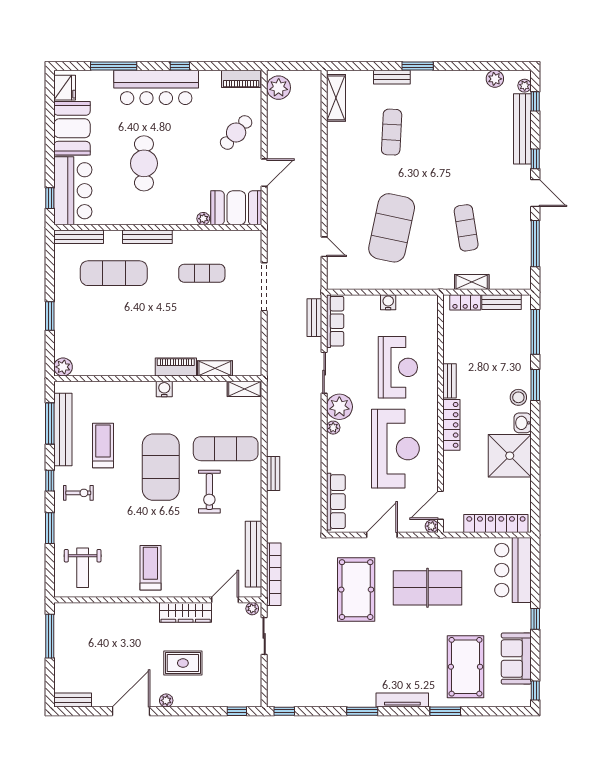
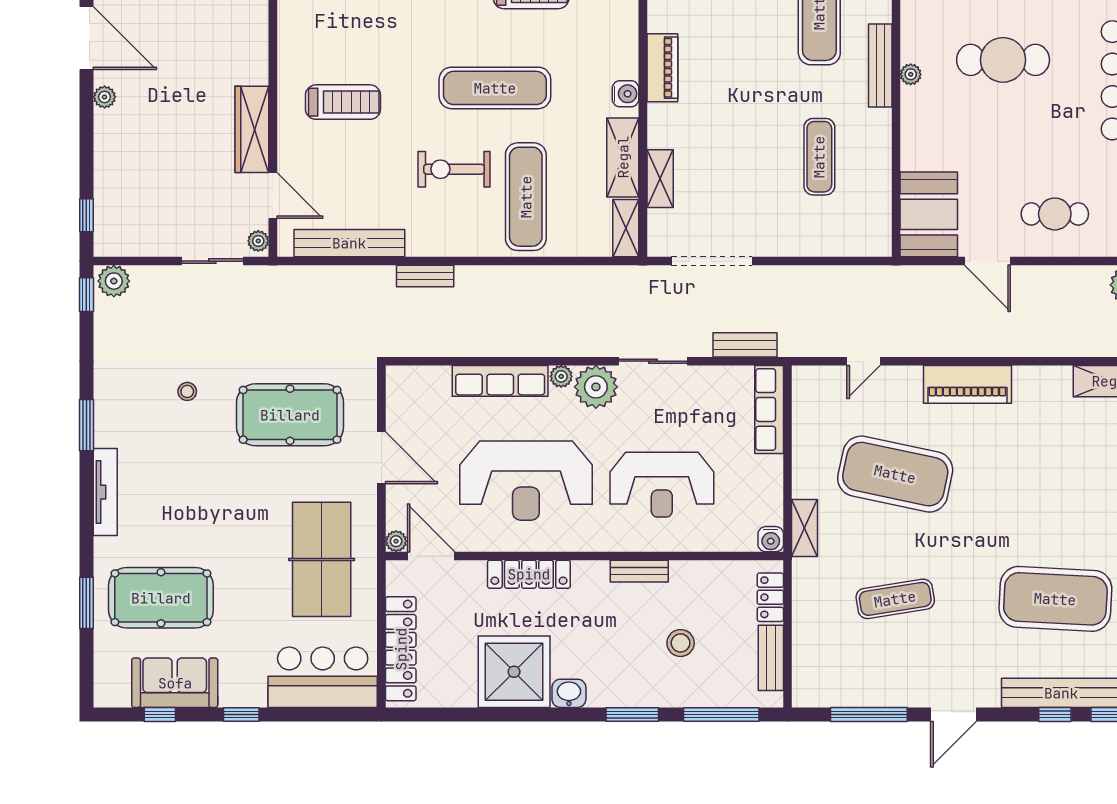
cafe table: (236, 132) -> (1055, 214), turned -41
exercise mat: (392, 132) -> (1055, 599), moved, width x2.00, depth x1.45
window: (535, 159) -> (1055, 715), moved
piano: (338, 185) -> (967, 384), added
plant: (203, 219) -> (911, 74), moved
shelving: (472, 282) -> (805, 528), moved
doorway: (264, 287) -> (712, 261), moved
water cooler: (388, 302) -> (771, 539), moved, turned 90
row of seats: (335, 321) -> (769, 409), moved, turned 90
piano: (176, 367) -> (662, 68), moved
shelving: (202, 391) -> (623, 157), added
stool: (518, 397) -> (681, 643), moved
locker: (451, 425) -> (529, 574), moved
exercise mat: (161, 467) -> (495, 88), width x0.68
bench: (273, 473) -> (425, 276), moved
row of seats: (336, 502) -> (500, 381), moved
treadmill: (150, 568) -> (343, 102), moved
bookcase: (274, 574) -> (316, 277), removed
table tennis table: (427, 588) -> (322, 559), moved
stool: (342, 651) -> (187, 391), added
rug: (183, 663) -> (167, 125), removed
window: (535, 691) -> (160, 715), moved
plant: (276, 695) -> (114, 281), added
window: (445, 711) -> (86, 603), moved

